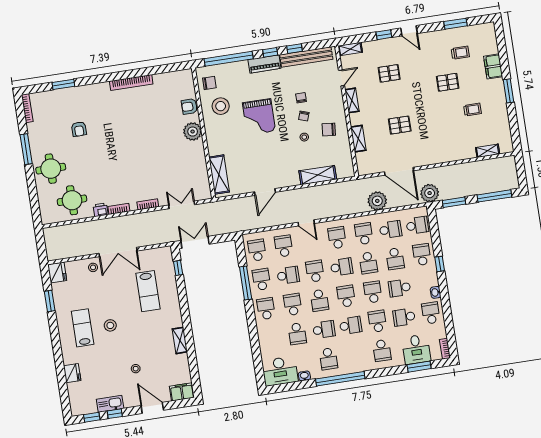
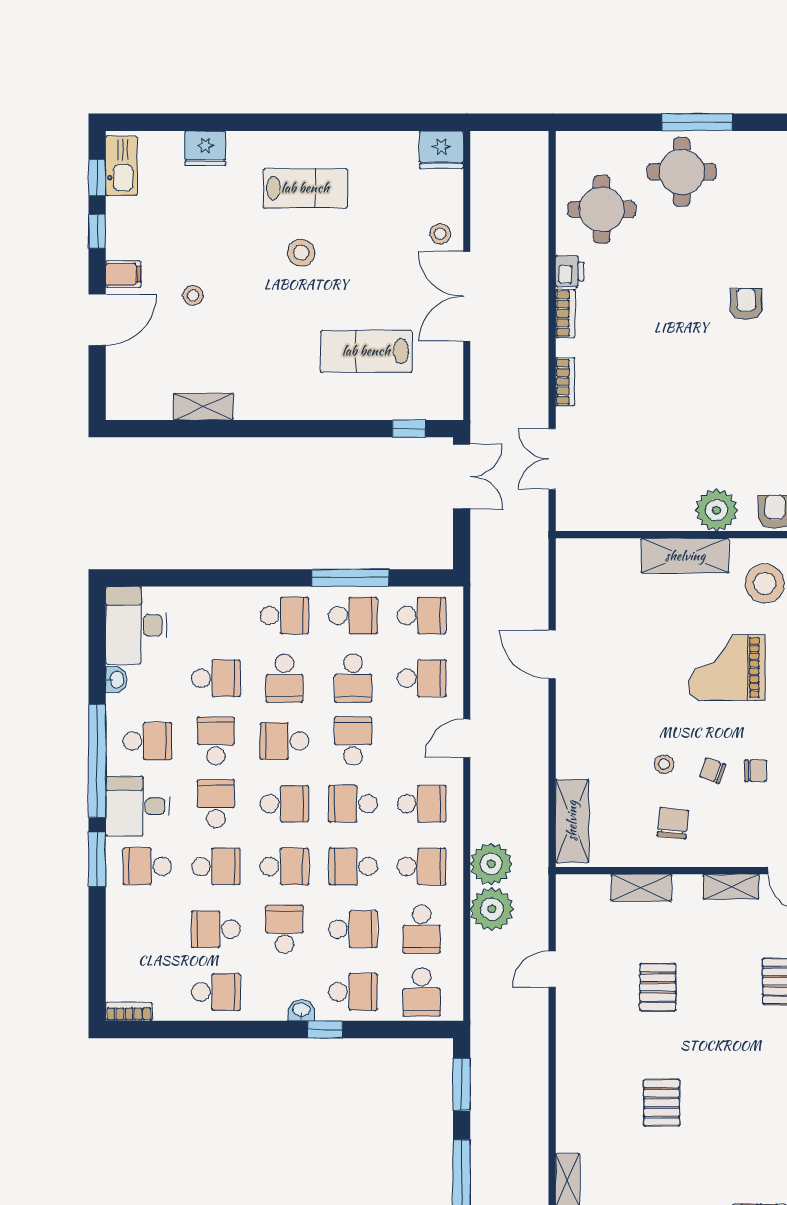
pallet: (448, 82) -> (662, 1103), moved
trolley: (472, 110) -> (668, 1160), removed
armchair: (79, 129) -> (746, 304), moved, turned 90
window: (26, 149) -> (697, 122), moved
door: (399, 171) -> (552, 969), width x0.53
shelving: (219, 175) -> (685, 556), moved
shelving: (318, 175) -> (572, 821), moved
plant: (430, 193) -> (491, 864), moved
double door: (182, 205) -> (552, 459), swing flipped
school desk: (395, 259) -> (353, 929), turned 180
school desk: (342, 267) -> (353, 804), turned 90
school desk: (315, 271) -> (353, 741), turned -90
washbasin: (436, 292) -> (301, 1010), moved
window: (50, 301) -> (379, 122), removed
school desk: (293, 304) -> (284, 678), turned 90
school desk: (404, 317) -> (216, 929), turned -90
school desk: (351, 325) -> (216, 804), turned 180
school desk: (324, 330) -> (216, 741), turned 180
school desk: (297, 334) -> (216, 678), turned 180
shelving: (180, 340) -> (203, 407), moved
desk: (416, 349) -> (138, 806), moved
school desk: (328, 359) -> (147, 741), turned 180
window: (419, 367) -> (97, 859), moved
filing cabinet: (182, 392) -> (123, 274), moved, width x0.50
kitchen sink: (110, 404) -> (121, 166), moved

